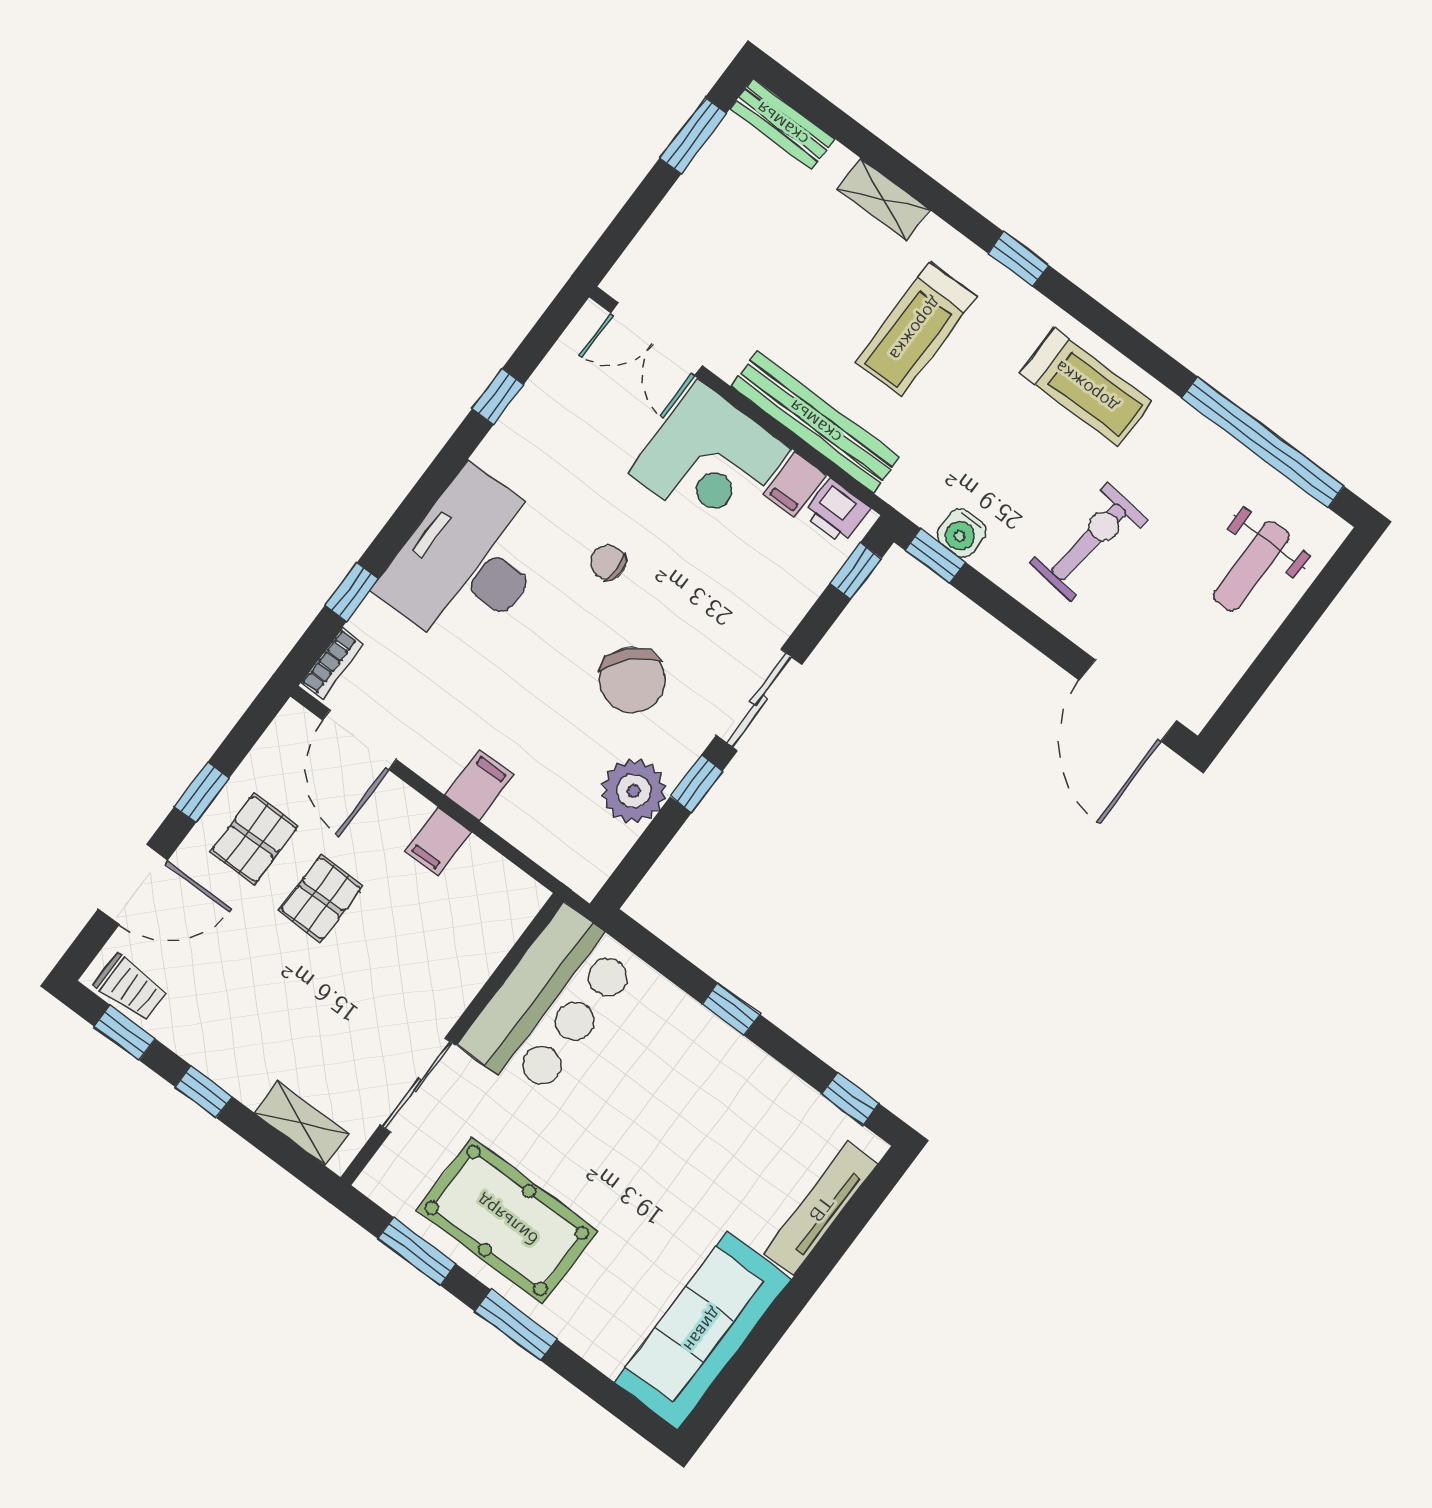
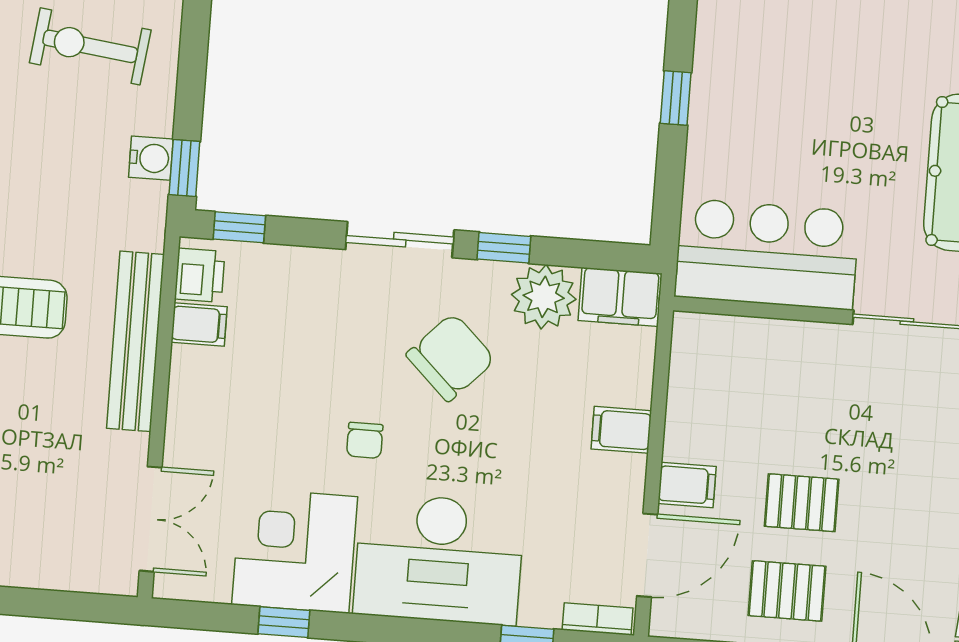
corner desk: (710, 461) -> (295, 551), moved, turned -90
filing cabinet: (438, 841) -> (687, 485), moved
filing cabinet: (592, 855) -> (620, 297), added

